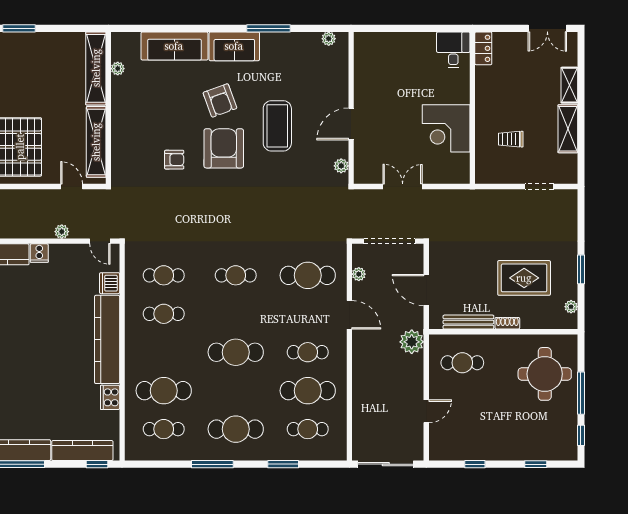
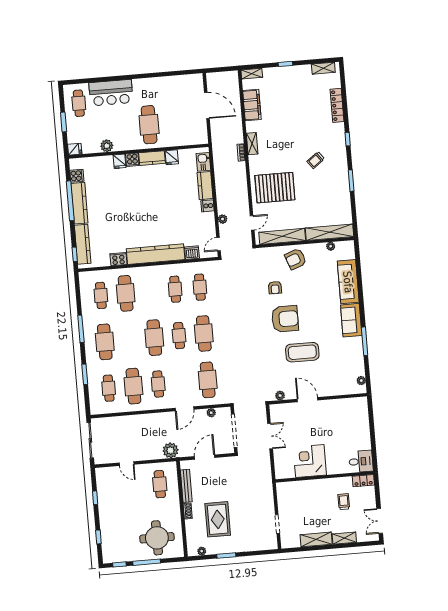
armchair: (220, 100) -> (296, 259), moved
trolley: (511, 139) -> (344, 502), moved
cafe table: (236, 275) -> (204, 333), width x1.37, depth x1.35
cafe table: (236, 314) -> (179, 336), added

